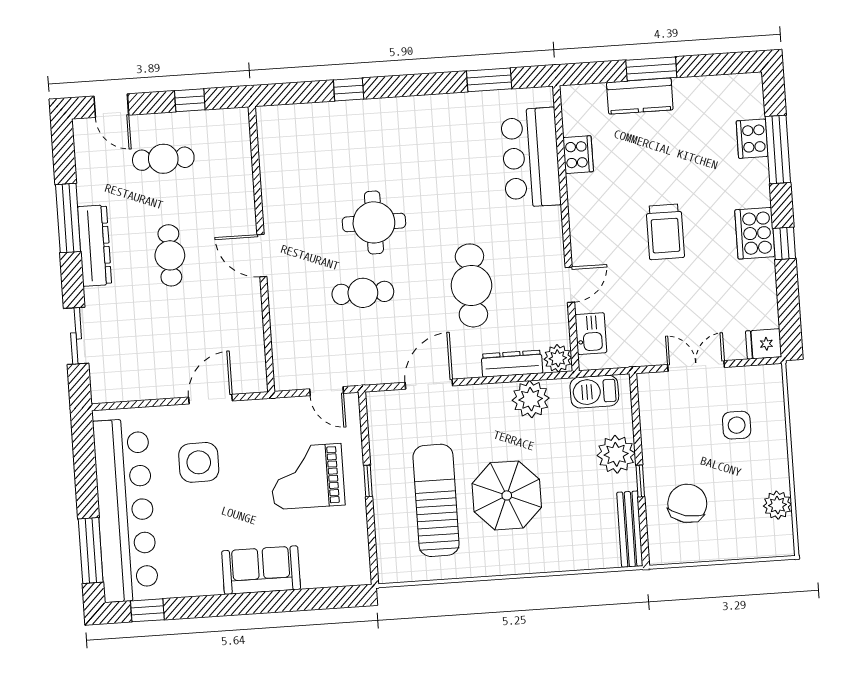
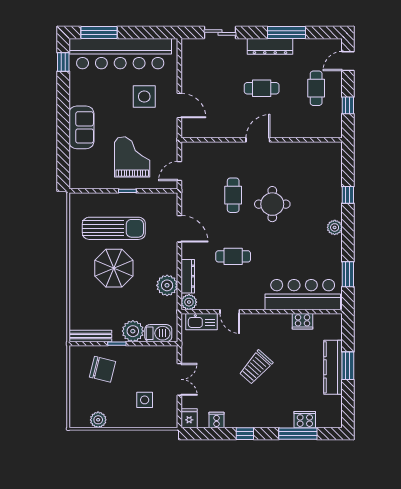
kitchen counter: (640, 96) -> (333, 367), width x1.50
plant: (408, 109) -> (335, 227), added
bar counter: (531, 158) -> (303, 295), width x1.36
trolley: (665, 232) -> (256, 367), turned -48
cooker: (755, 233) -> (216, 420), moved, width x0.53, depth x0.76
cafe table: (471, 285) -> (233, 256), width x0.73, depth x0.74
kitchen sink: (591, 334) -> (202, 322), width x1.38
barbecue: (594, 392) -> (158, 333), moved, turned 90

